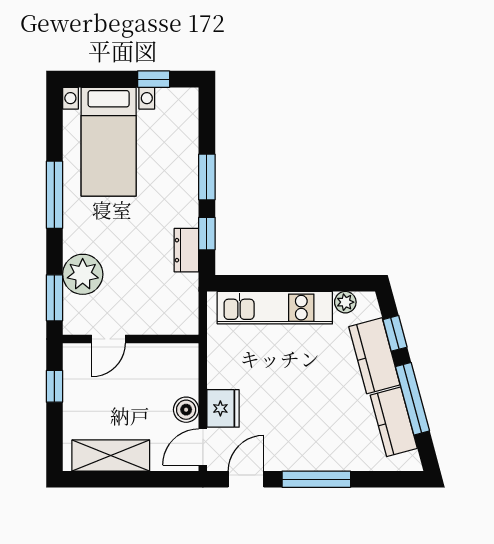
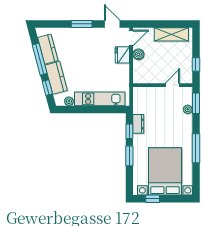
bed with nightstands: (109, 142) -> (165, 171), width x1.36
plant: (83, 274) -> (188, 109), width x0.53, depth x0.53
door: (246, 479) -> (112, 24), swing flipped
window: (316, 479) -> (82, 24), width x0.69

